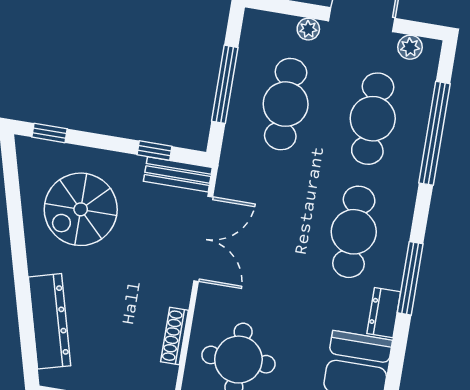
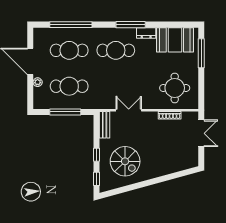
plant: (410, 47) -> (38, 40), removed
window: (154, 151) -> (97, 155), moved
double door: (203, 239) -> (129, 110), width x0.73
dresser: (50, 321) -> (172, 166), removed

